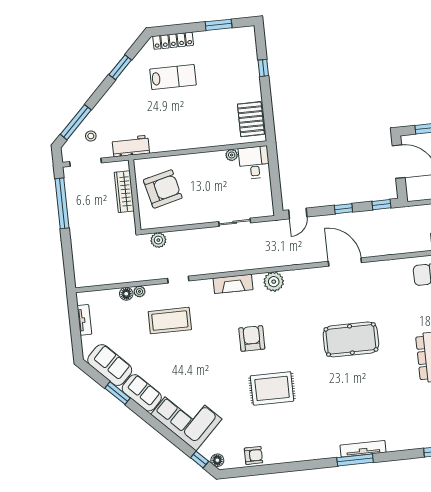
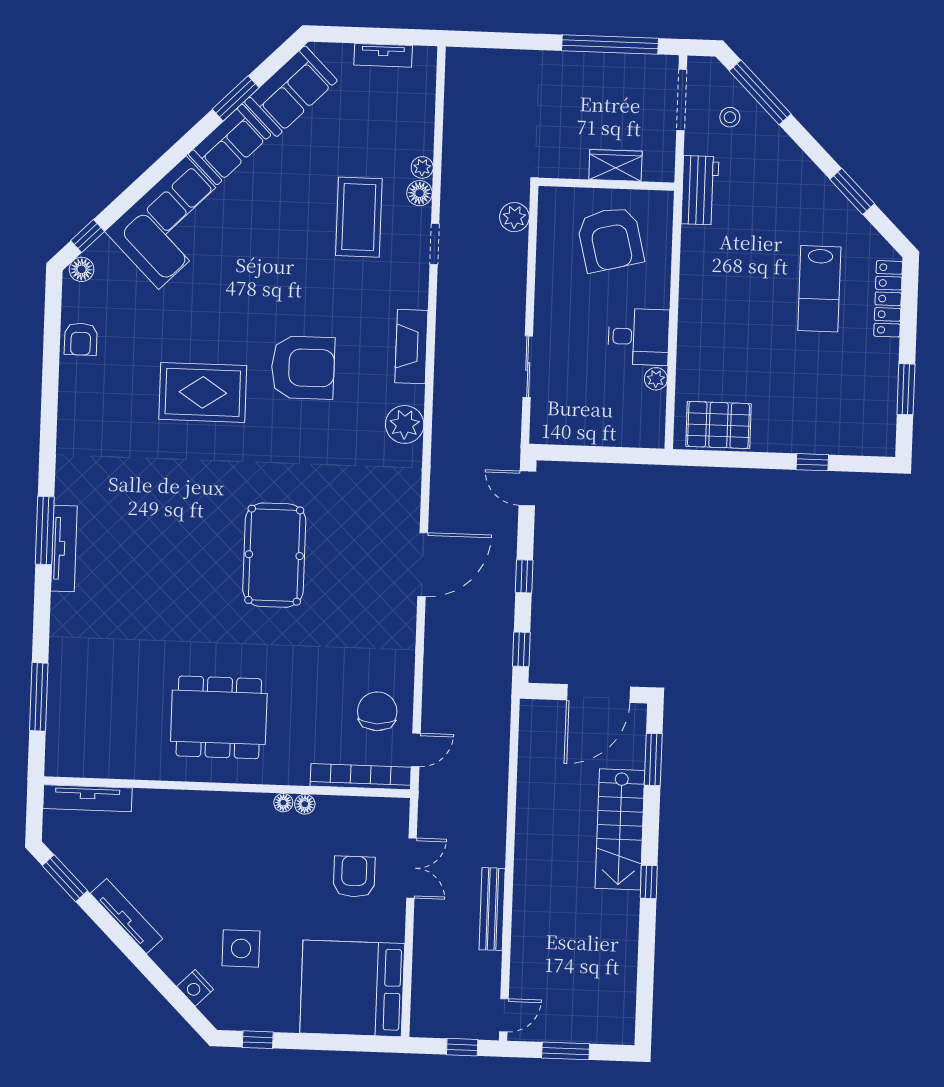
desk: (254, 163) -> (639, 337), moved
wardrobe: (124, 192) -> (615, 165), width x0.67
floor lamp: (126, 294) -> (420, 193), moved
armchair: (252, 338) -> (303, 368), width x1.36, depth x1.36
rug: (272, 388) -> (203, 392), turned 90

